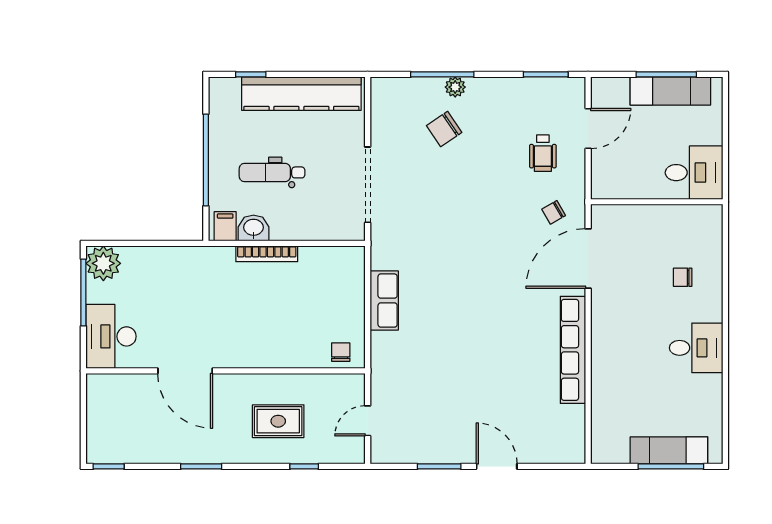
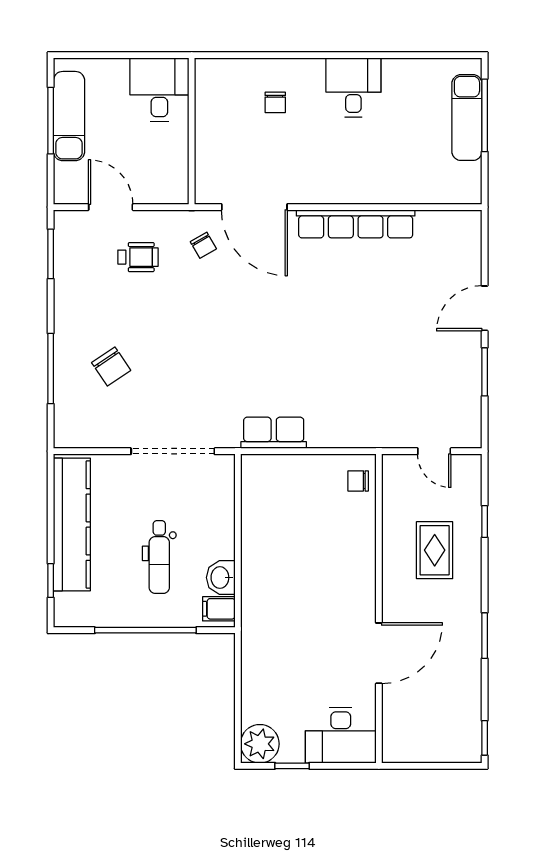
plant: (455, 87) -> (65, 354), removed
bookcase: (267, 254) -> (249, 563), removed
window: (83, 292) -> (292, 766), width x0.46
row of seats: (384, 301) -> (274, 433), moved

